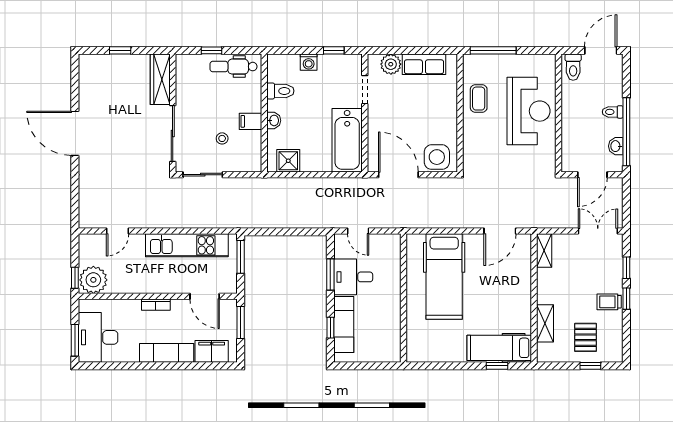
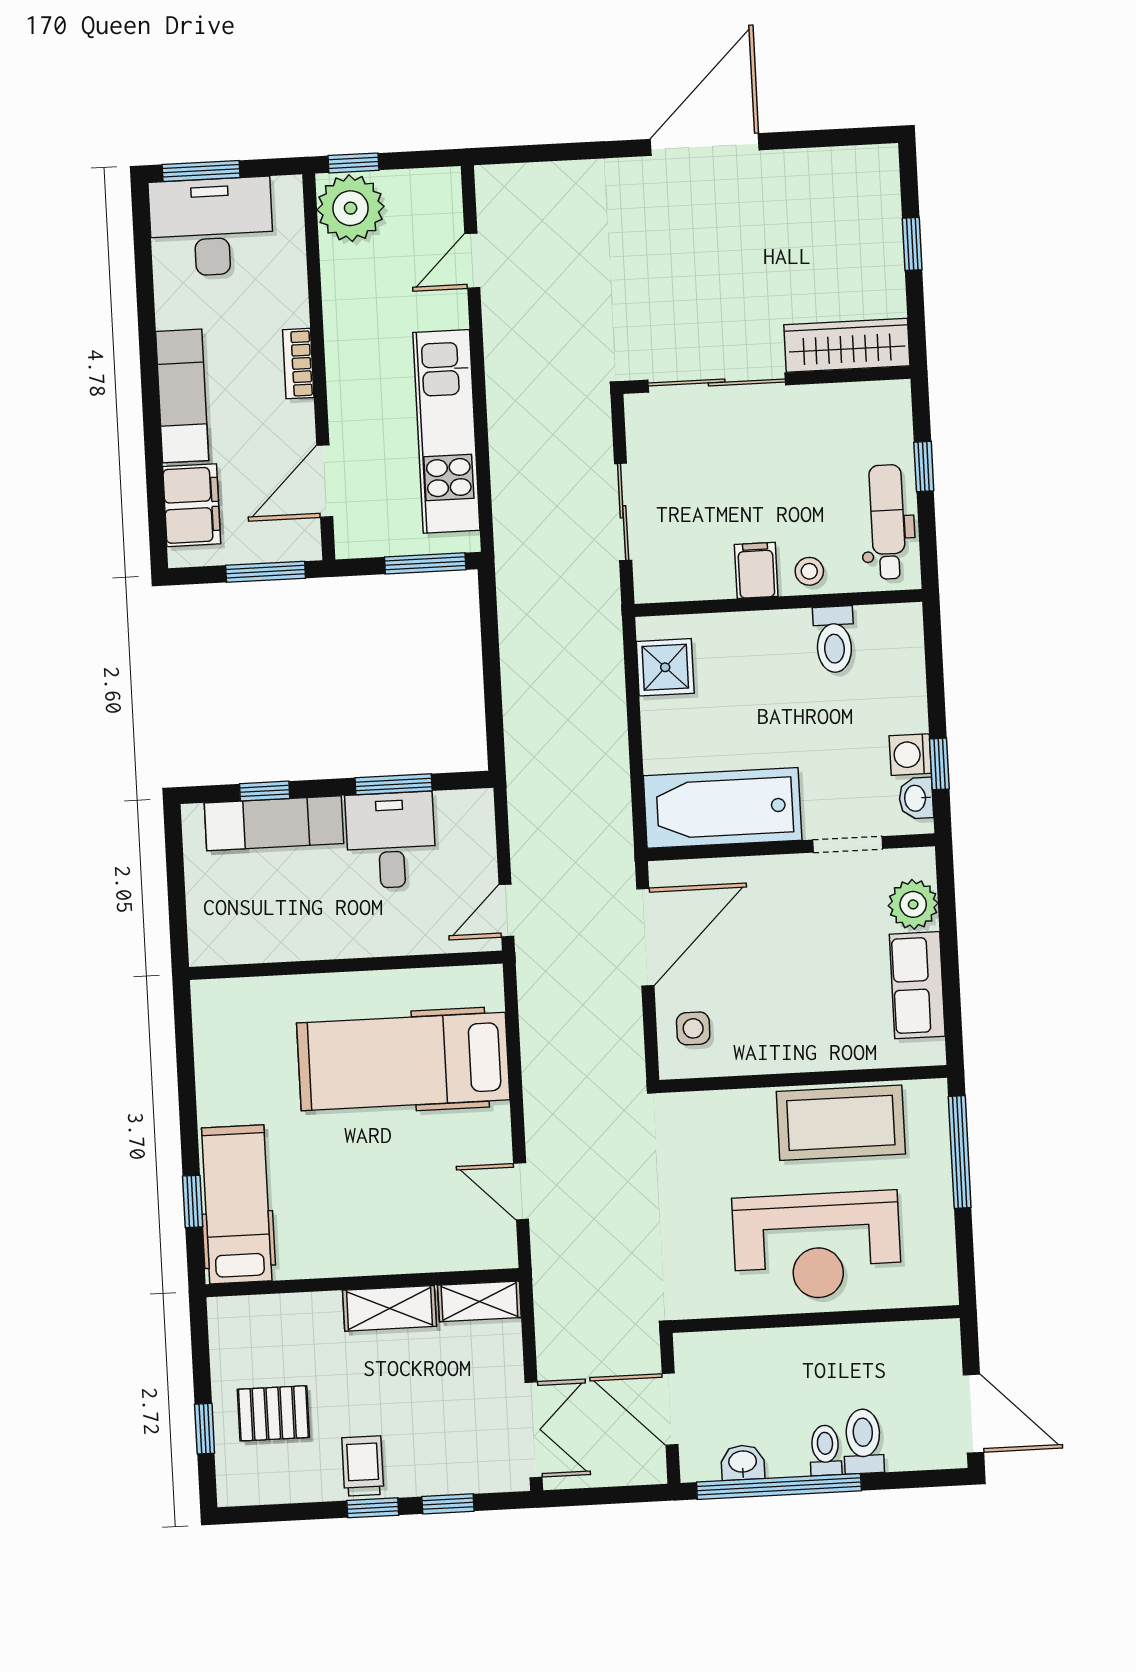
washing machine: (309, 62) -> (910, 755), moved
toilet: (573, 67) -> (863, 1441), moved, turned 90
coffee table: (479, 99) -> (841, 1123), width x1.86, depth x1.72
washbasin: (274, 120) -> (916, 798), moved, turned 90
stool: (222, 138) -> (809, 571), moved
side table: (437, 157) -> (693, 1028), width x0.54, depth x0.54
sliding door: (203, 175) -> (623, 512), moved
door: (118, 231) -> (472, 261), hinge flipped
door: (358, 231) -> (506, 911), moved
door: (500, 231) -> (521, 1191), width x0.73
shelving: (545, 323) -> (389, 1308), moved

